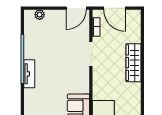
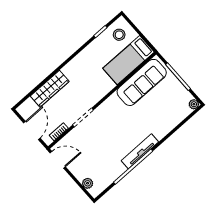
wardrobe: (133, 63) -> (50, 89), moved
tv unit: (29, 74) -> (140, 151), width x1.41

